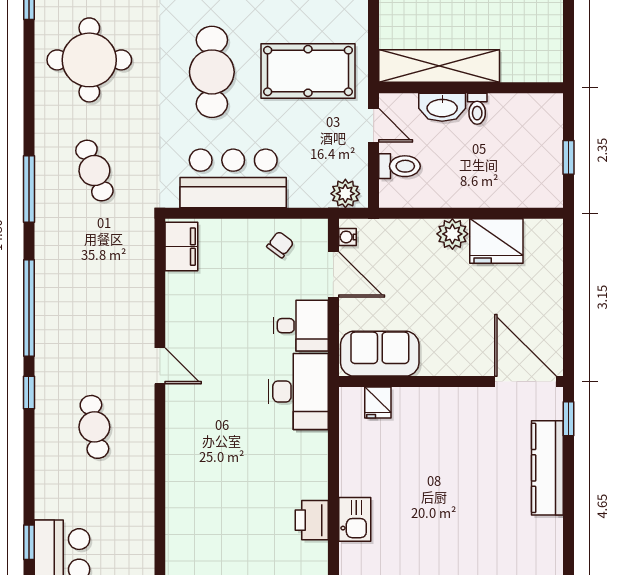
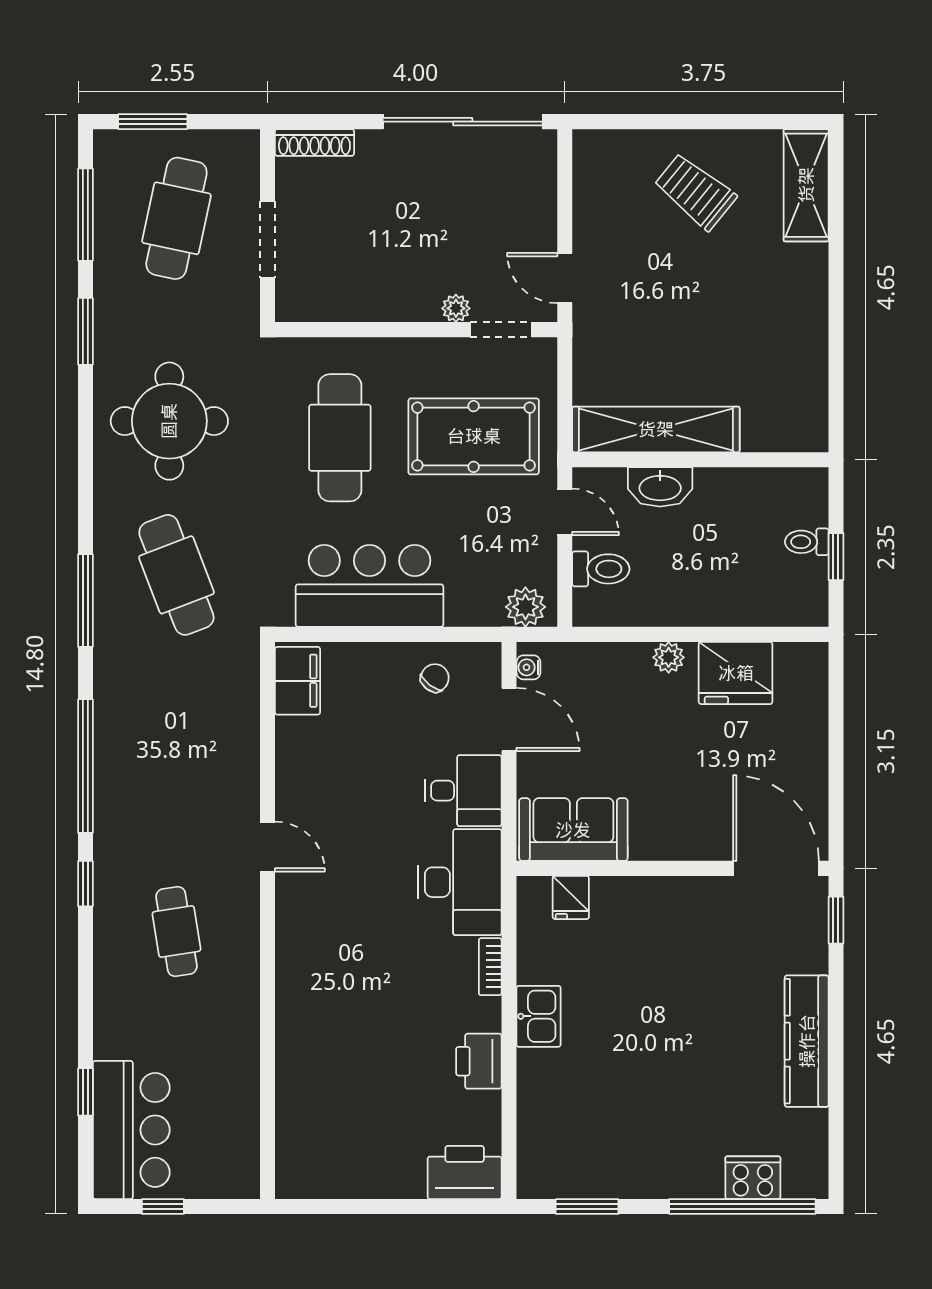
toilet: (477, 109) -> (807, 542), moved, turned 90
cafe table: (94, 171) -> (176, 575), width x1.37, depth x1.35
plant: (452, 234) -> (669, 657), width x0.73, depth x0.73
bookcase: (320, 452) -> (490, 967), added
kitchen counter: (547, 468) -> (807, 1041), moved
kitchen sink: (355, 519) -> (539, 1016), moved

